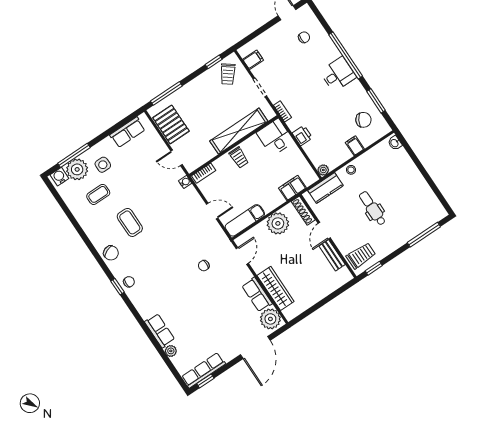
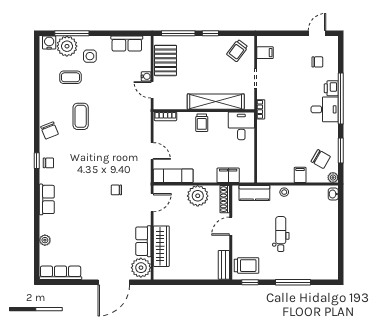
window: (214, 62) -> (210, 33), moved
printer: (302, 136) -> (331, 88), moved, turned 180
plant: (323, 170) -> (333, 178), moved
water cooler: (185, 182) -> (146, 76), moved
window: (424, 235) -> (293, 282), moved
bench: (332, 255) -> (224, 265), moved
row of seats: (160, 331) -> (47, 199), moved
window: (205, 381) -> (56, 282), removed

